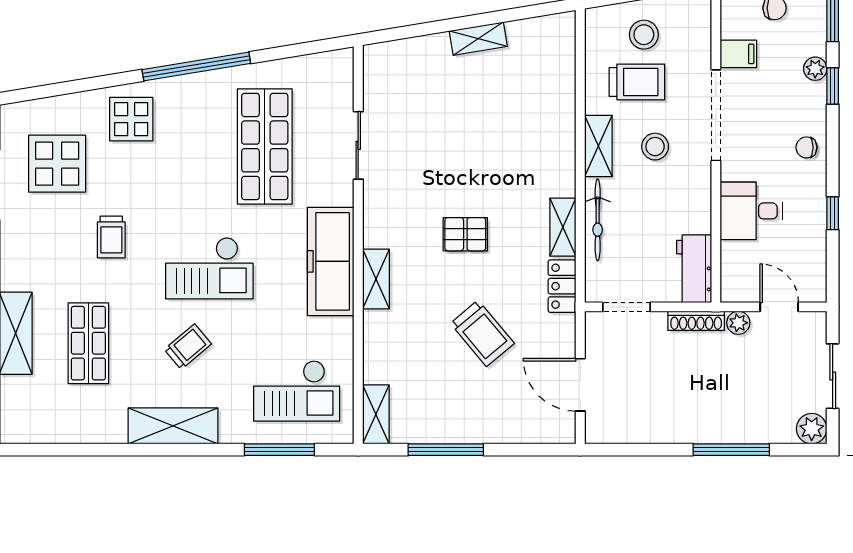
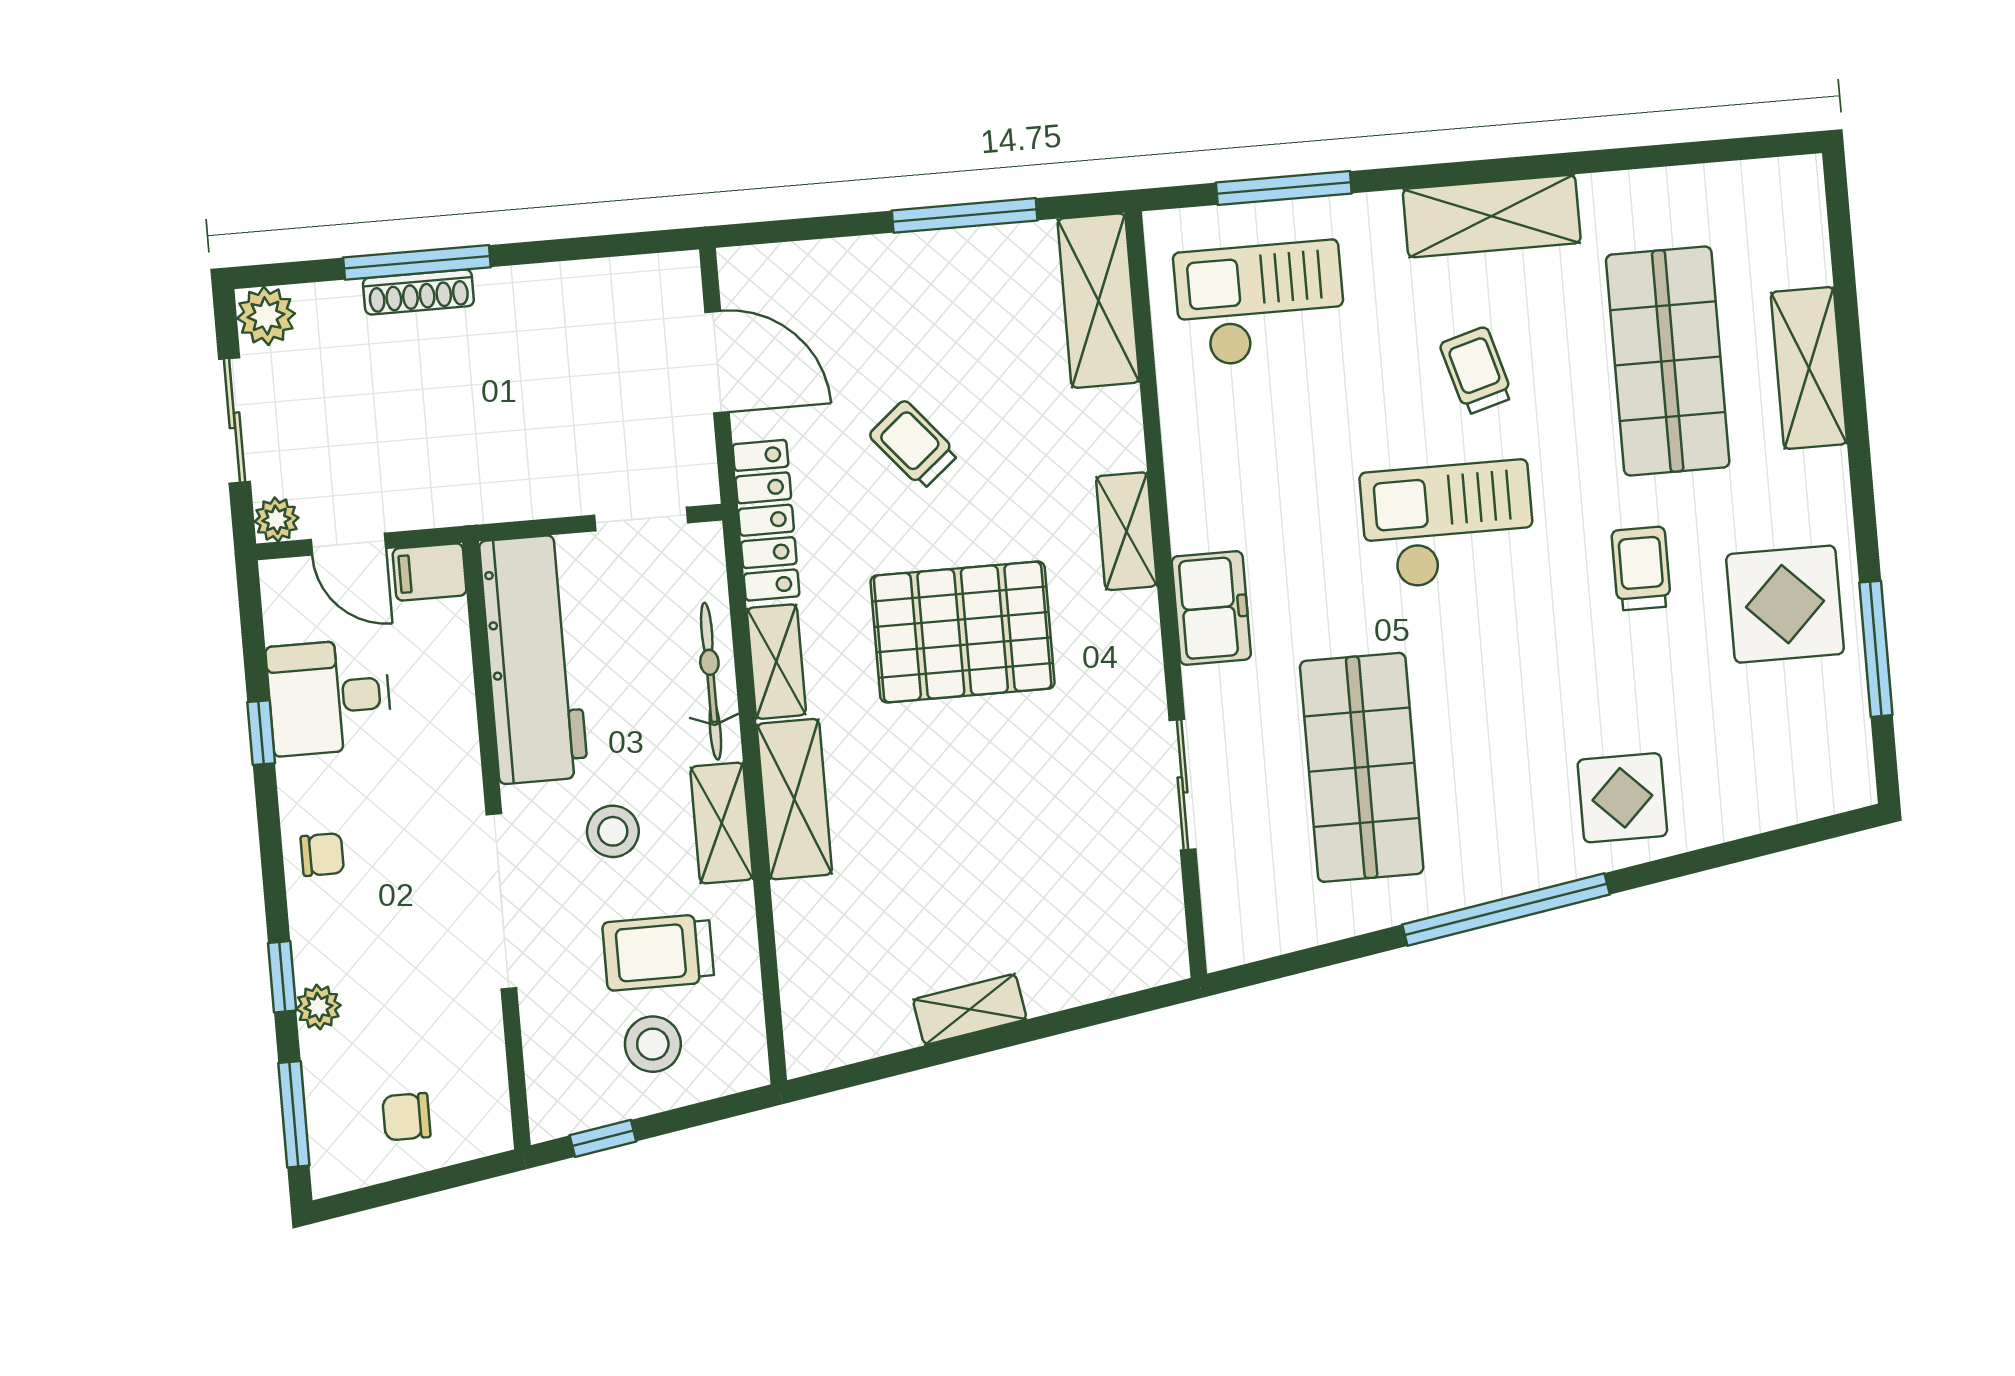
filing cabinet: (738, 54) -> (430, 572), moved
shelving: (560, 155) -> (794, 799), added
display table: (57, 164) -> (1785, 604), moved
desk: (751, 211) -> (329, 697), moved, turned 180
pallet: (465, 234) -> (963, 632), width x2.05, depth x2.00
freezer: (331, 261) -> (1211, 608), width x0.52, depth x0.79
workbench: (694, 269) -> (534, 659), width x1.88, depth x1.32
locker: (562, 286) -> (766, 520), width x1.53
shoe rack: (696, 321) -> (418, 292), moved, turned 180
plant: (738, 323) -> (276, 520), moved
trolley: (482, 333) -> (914, 445), width x0.73, depth x0.72
shop shelf: (88, 343) -> (1668, 361), width x1.43, depth x1.36
trolley: (188, 347) -> (1476, 371), turned 114
shelving: (376, 414) -> (1098, 301), width x1.50, depth x1.33

